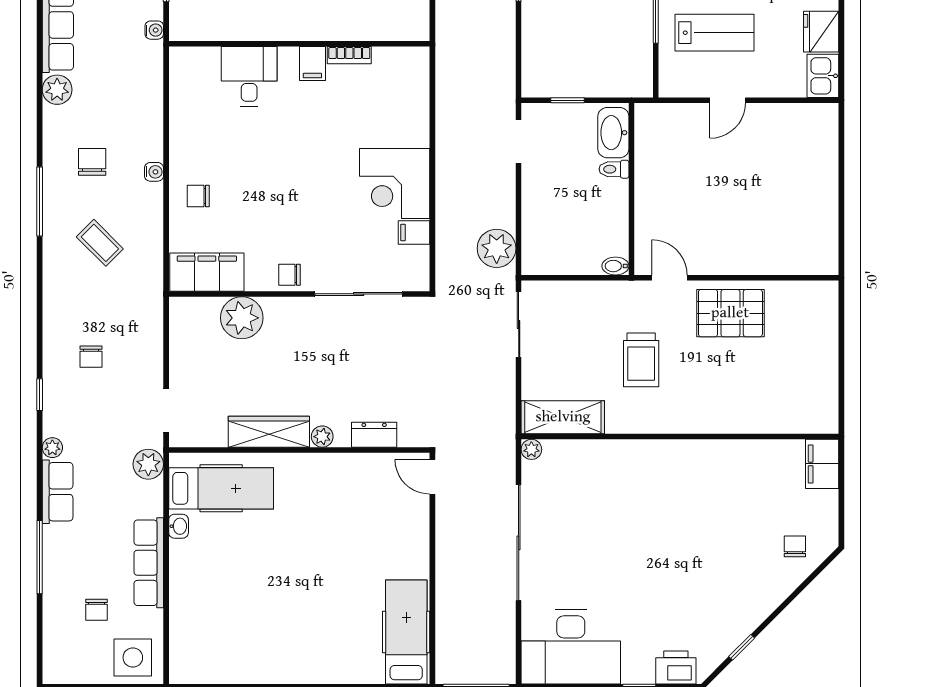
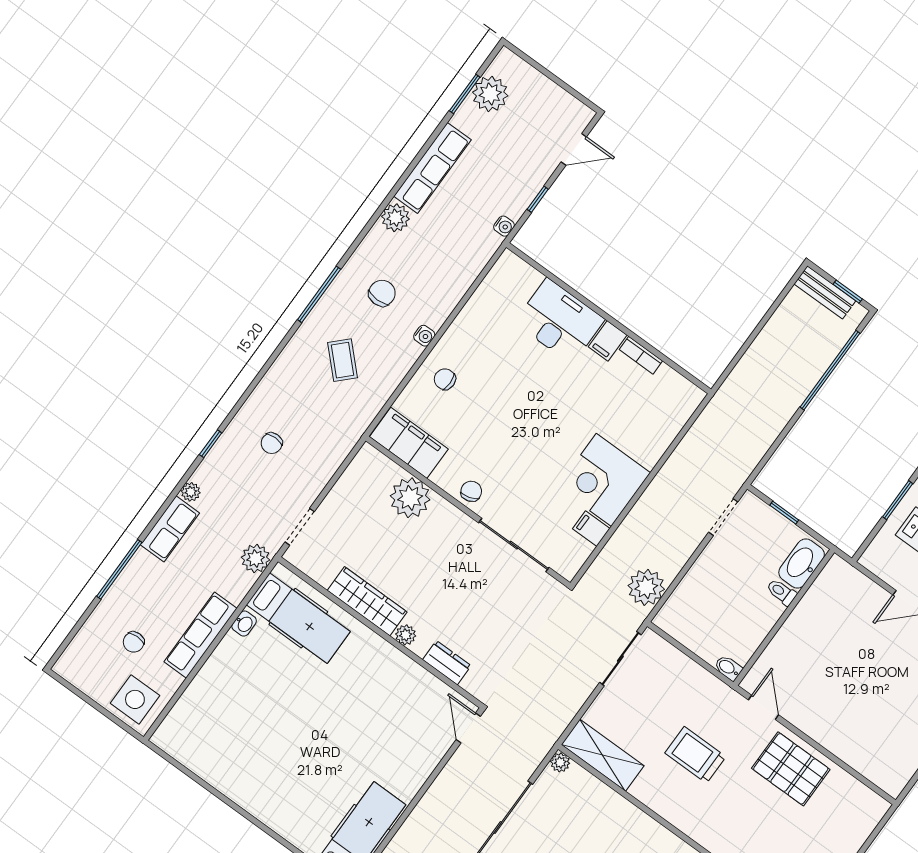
desk: (249, 76) -> (559, 321), width x1.37
chair: (289, 275) -> (471, 491), turned 73
trolley: (641, 360) -> (695, 755), turned 90

